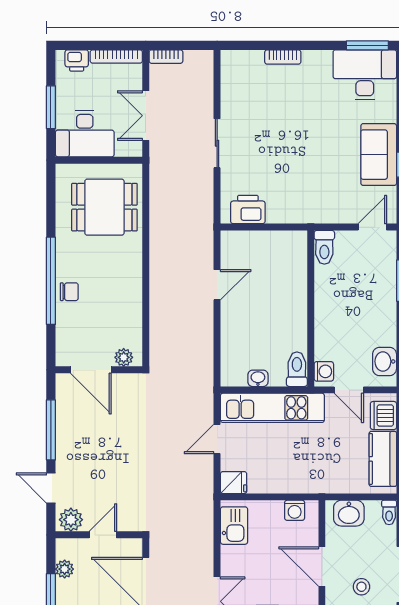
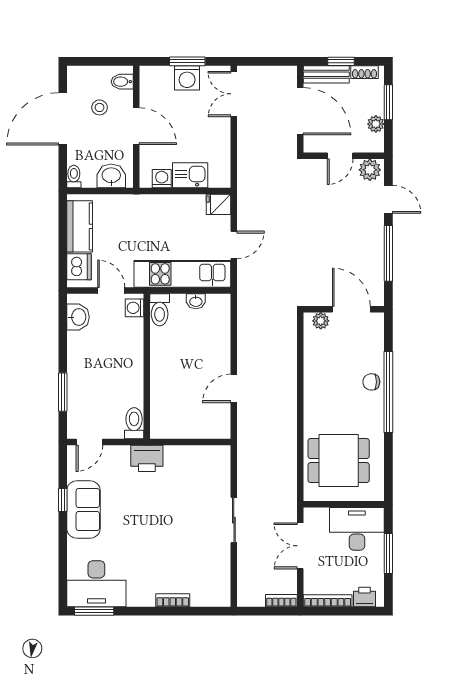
double door: (146, 116) -> (300, 546), swing flipped
printer: (248, 210) -> (147, 458), moved
kitchen sink: (234, 526) -> (190, 175), moved, turned 90

